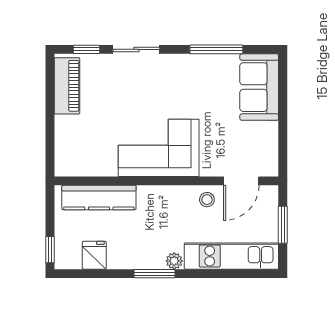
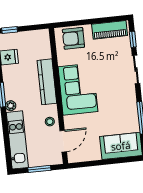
armchair: (75, 147) -> (73, 38), added
door: (241, 181) -> (63, 141), swing flipped
kitchen counter: (99, 198) -> (47, 82), moved

